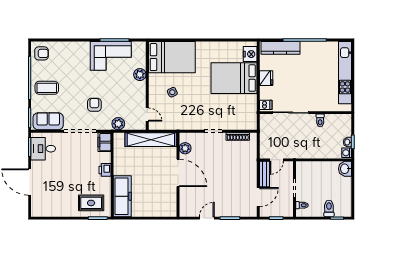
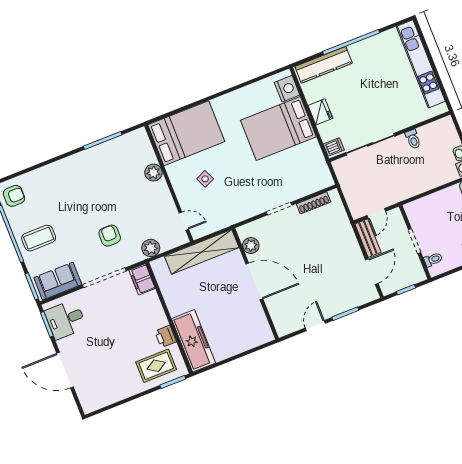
corner sofa: (111, 56) -> (106, 163), removed
printer: (105, 170) -> (166, 336), moved

